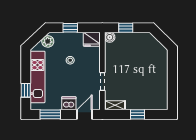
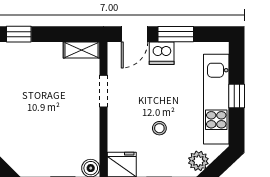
window: (26, 90) -> (237, 96), moved
window: (50, 114) -> (176, 34), moved
window: (137, 114) -> (19, 34), moved

